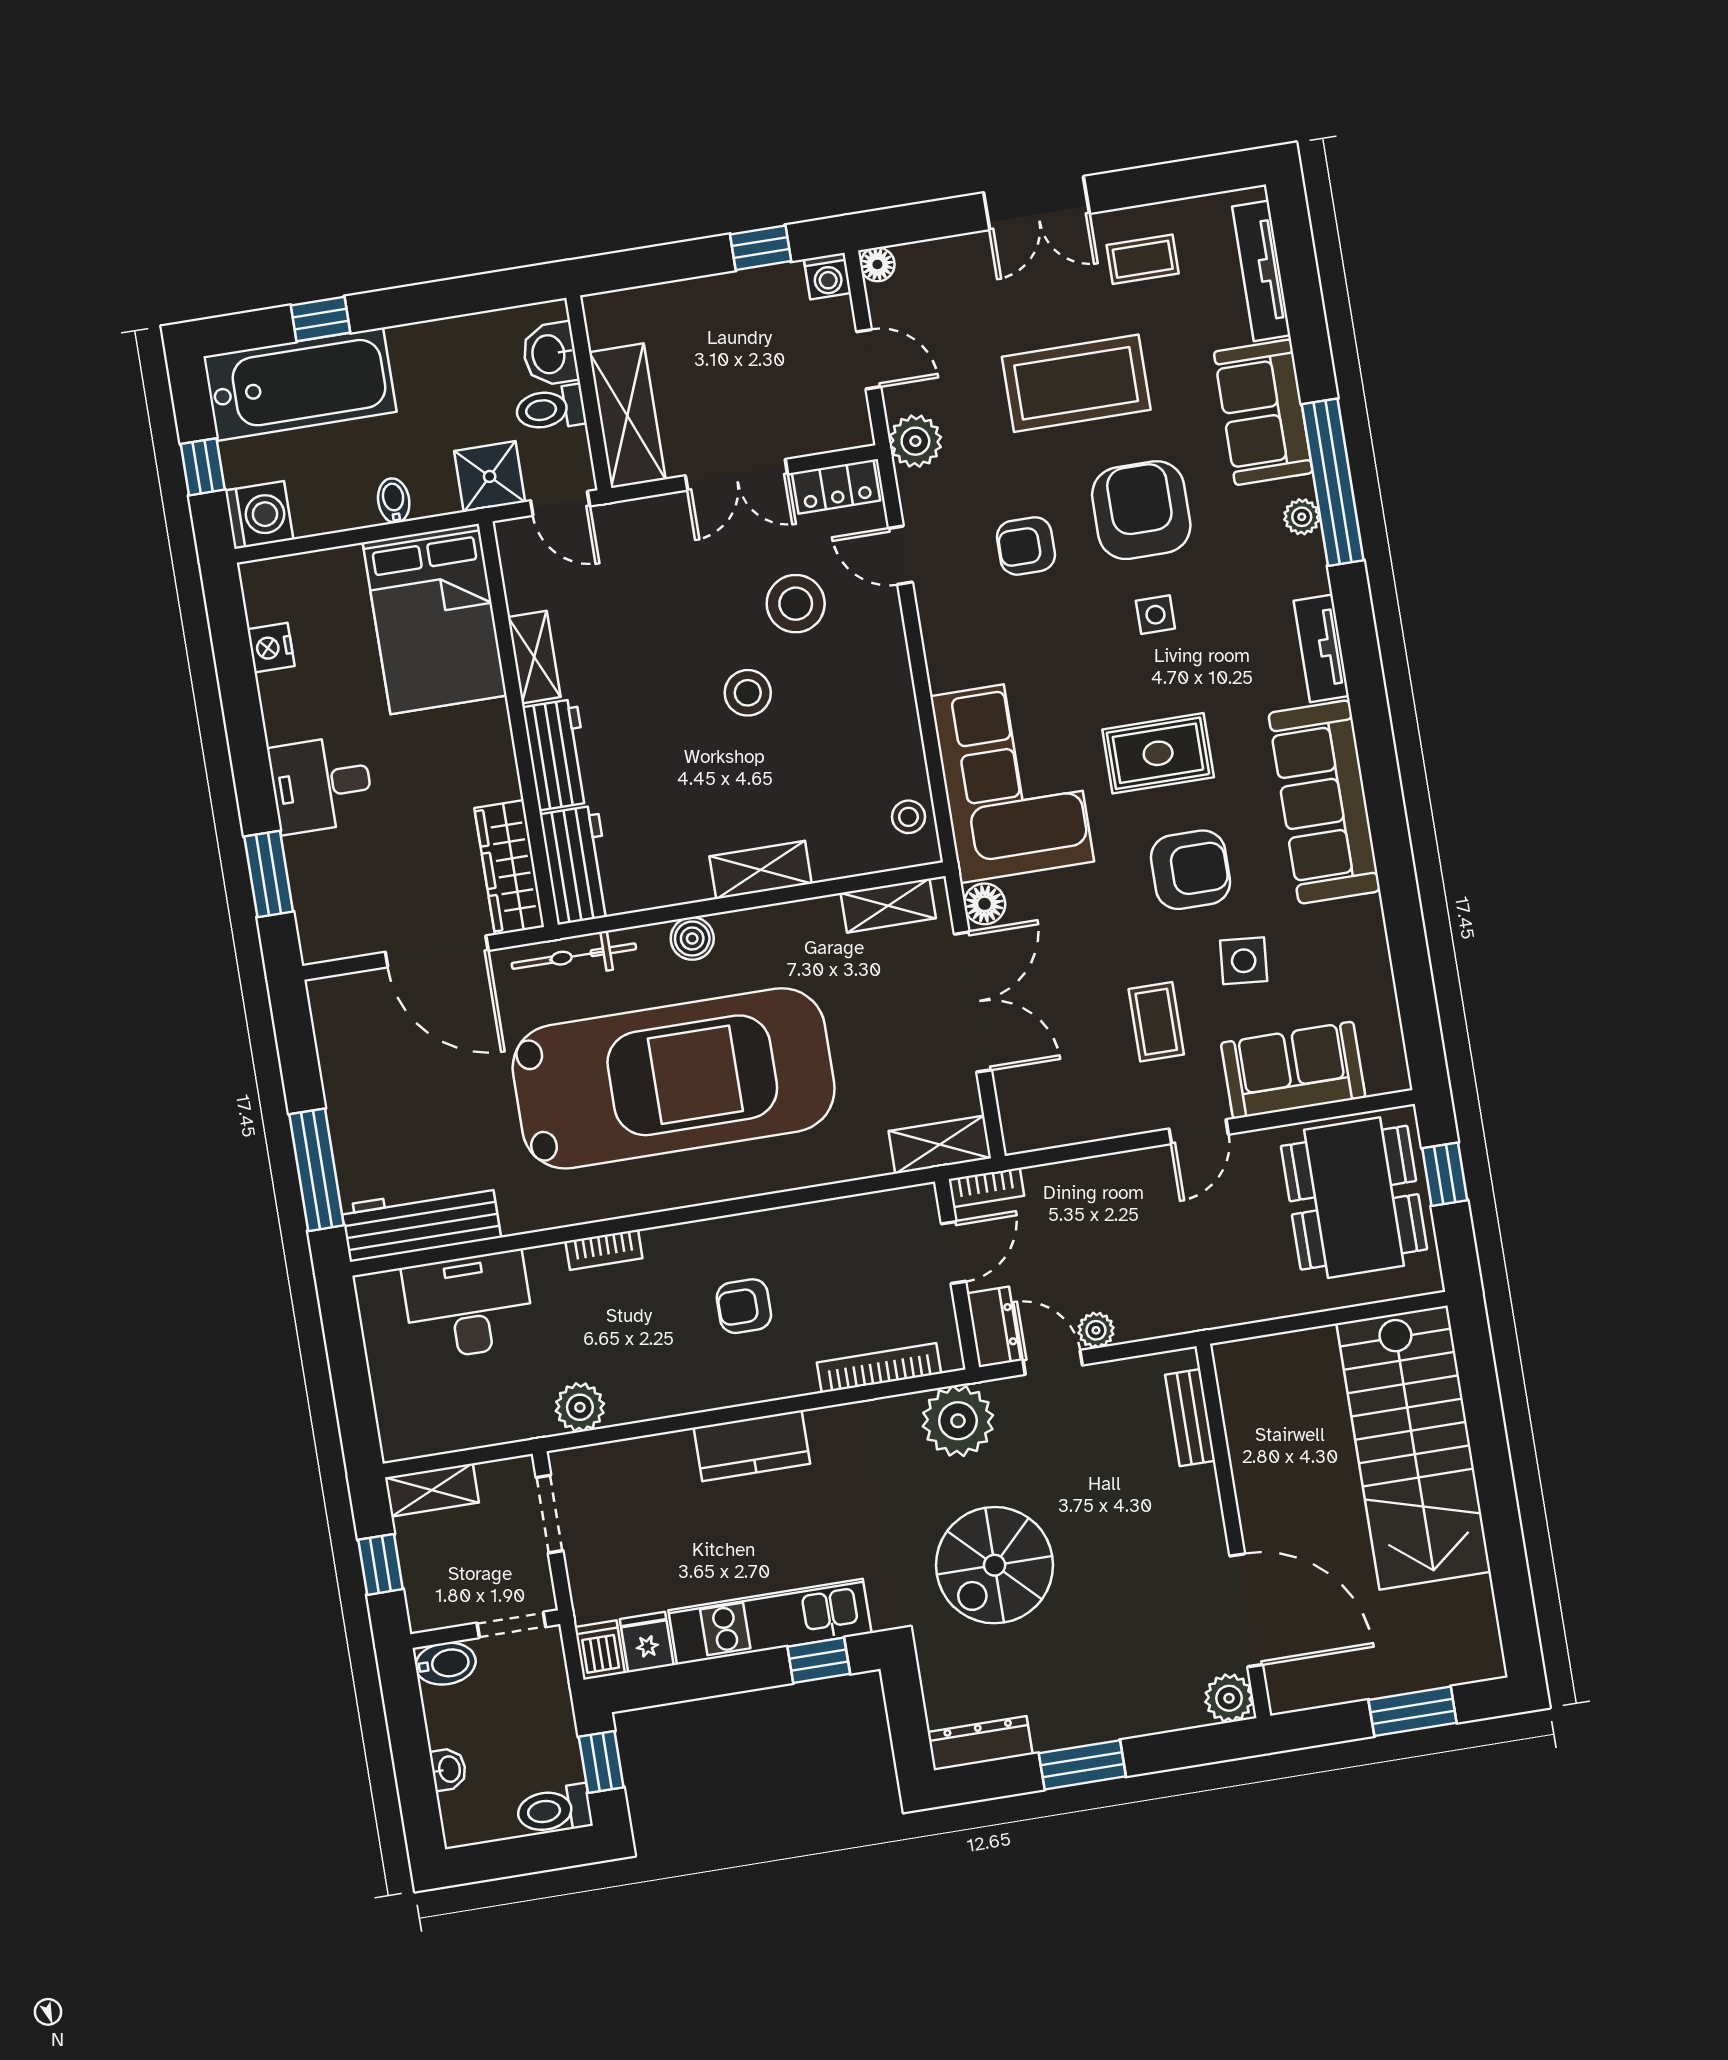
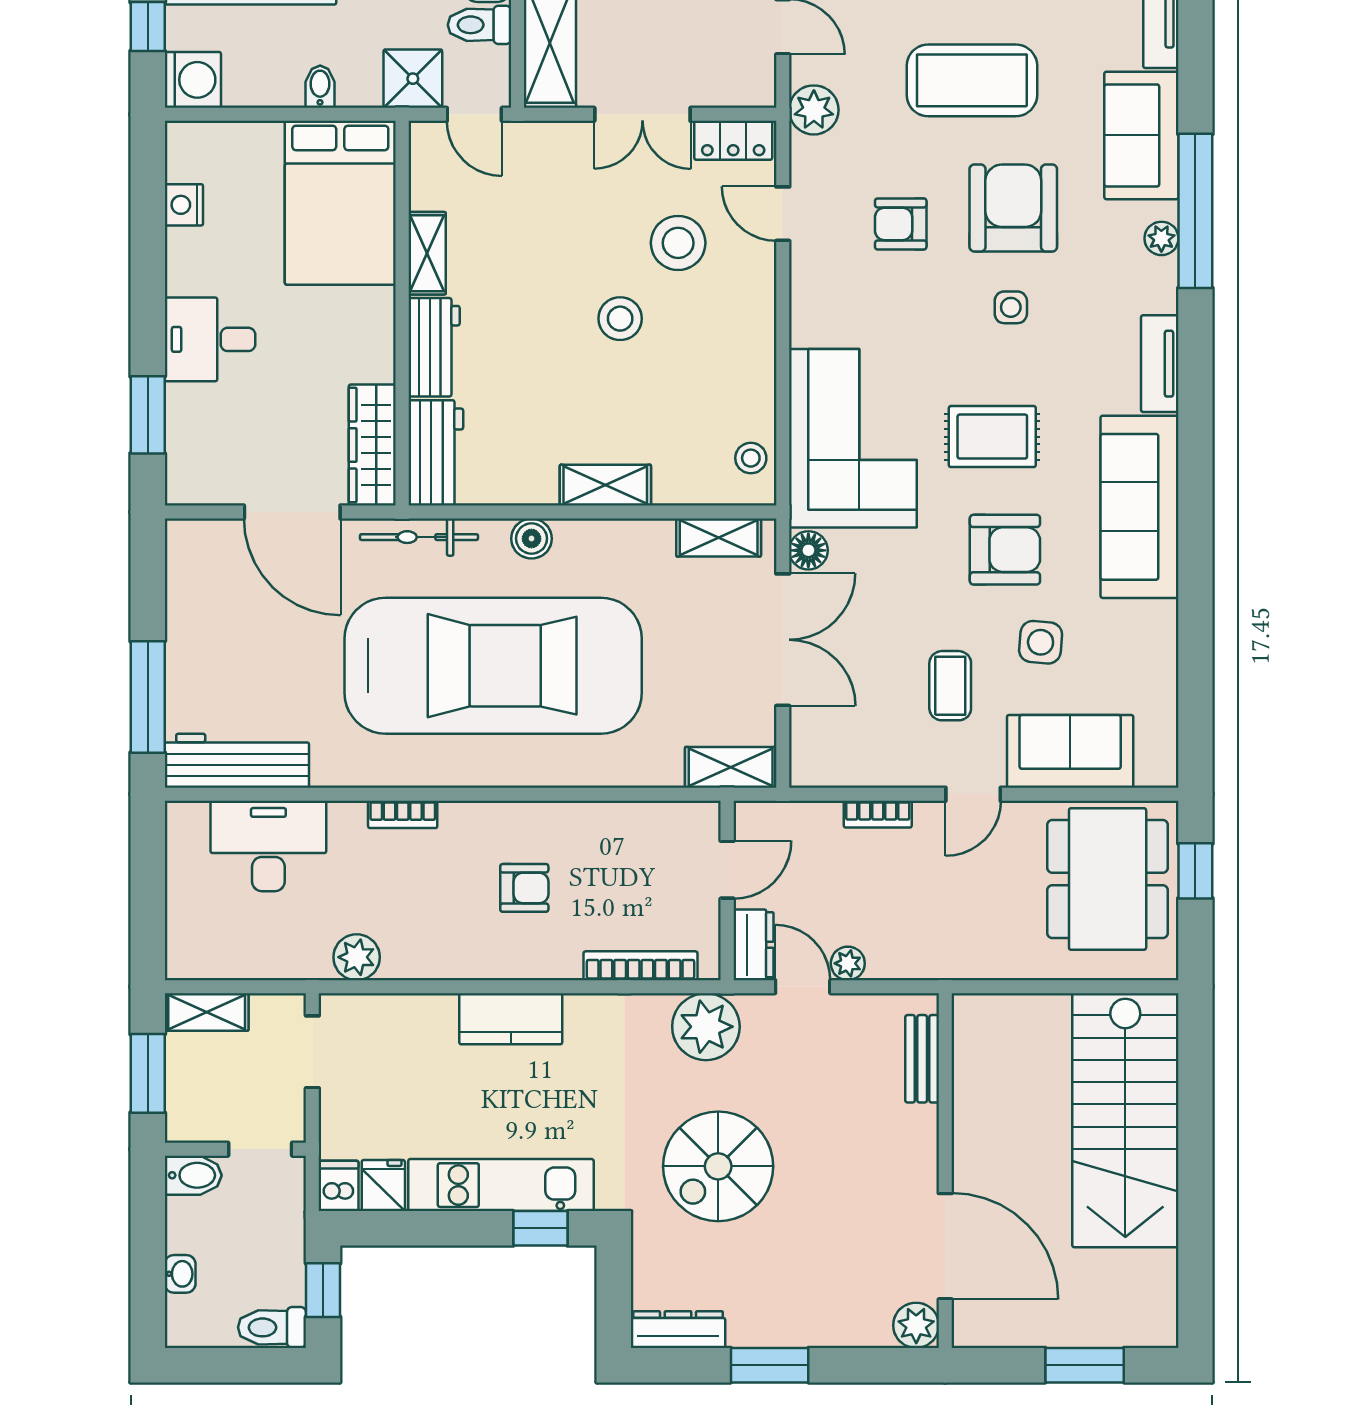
bookcase: (986, 1188) -> (878, 814), moved
armchair: (744, 1306) -> (524, 888), turned 180
window: (381, 1564) -> (148, 1073), width x1.50

